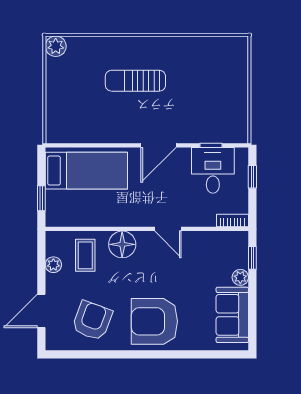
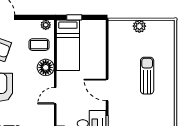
plant: (56, 46) -> (139, 26), moved
bed: (86, 171) -> (68, 45), moved
plant: (53, 265) -> (46, 25), moved

